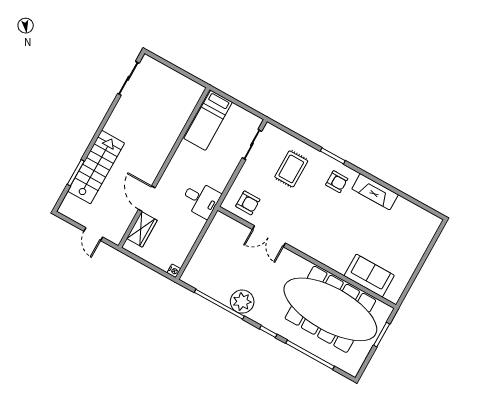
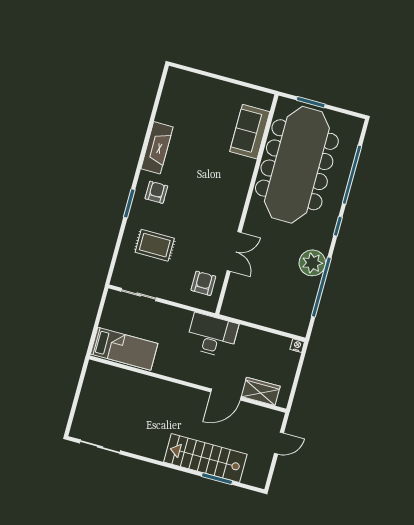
desk: (201, 199) -> (212, 335), width x1.37

